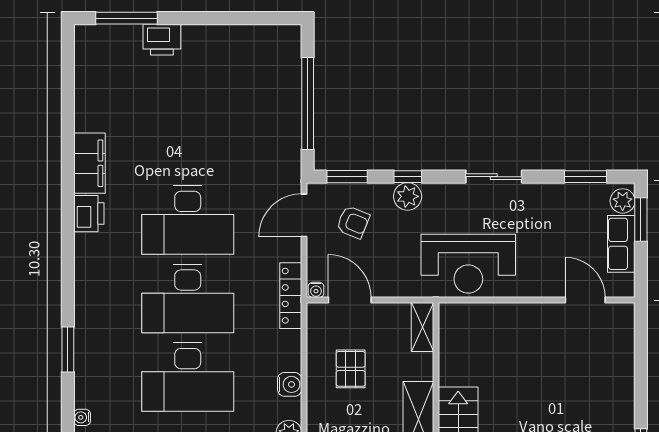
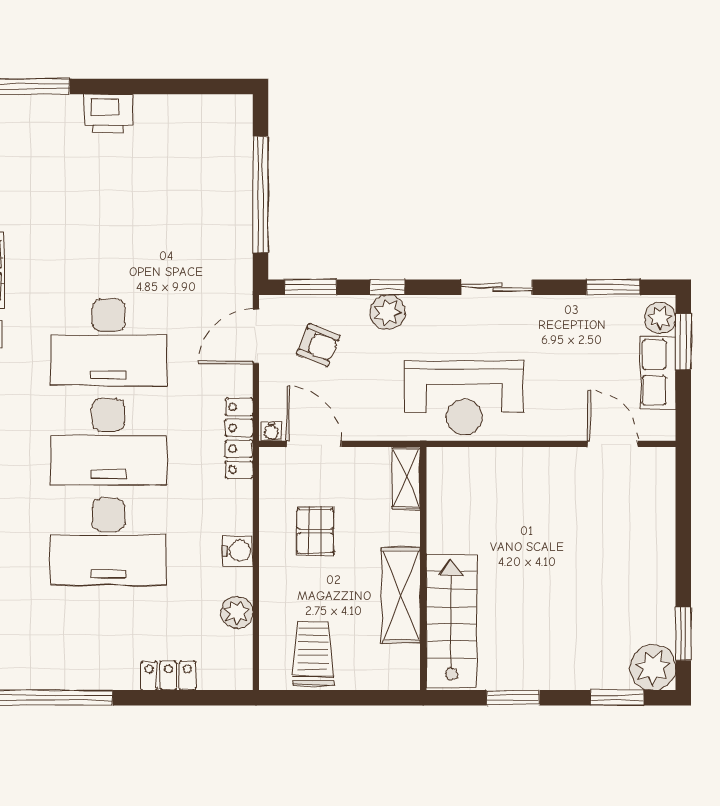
printer: (162, 40) -> (109, 114), moved

